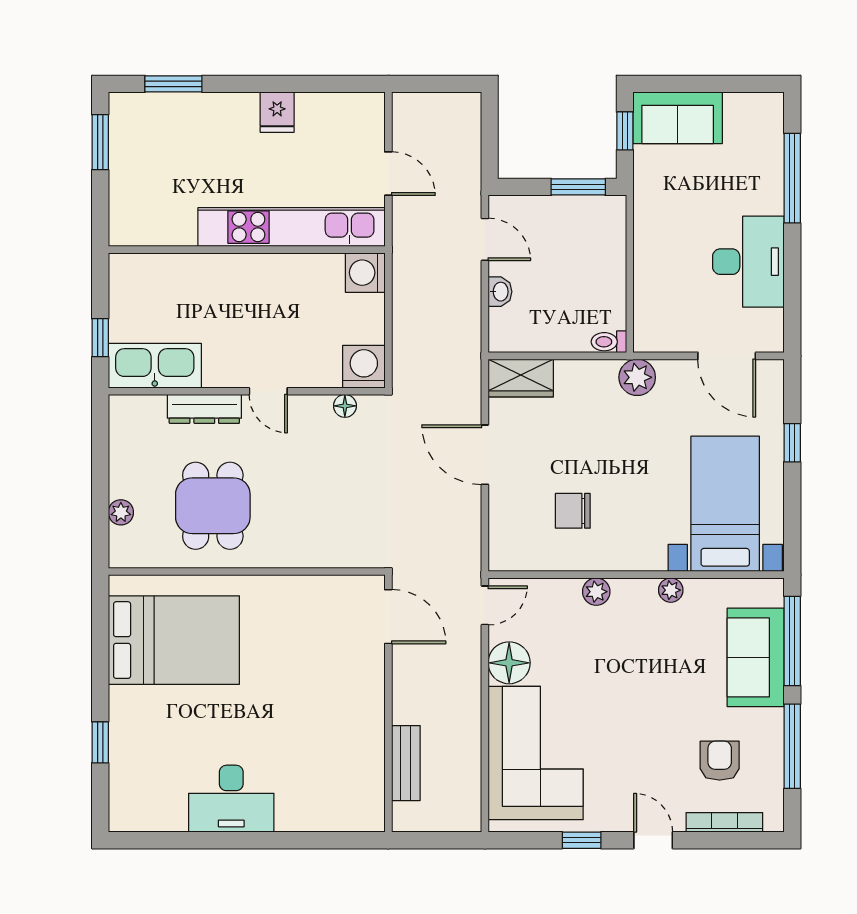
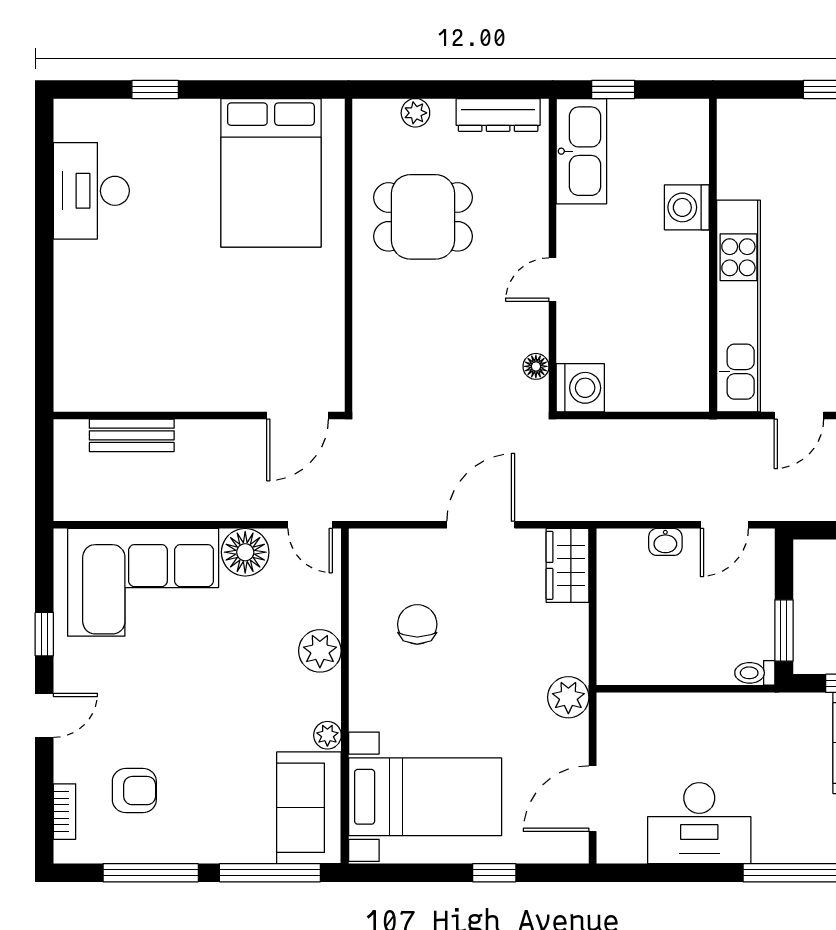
washing machine: (365, 273) -> (687, 207), moved, turned -90
toilet: (609, 342) -> (755, 673), moved, turned -90
dresser: (204, 409) -> (498, 115), moved, turned -90
plant: (596, 592) -> (320, 651), width x1.38, depth x1.38
sofa: (756, 657) -> (309, 808), moved, turned -90
desk: (231, 799) -> (91, 191), moved
bookcase: (724, 822) -> (65, 812), width x0.64

